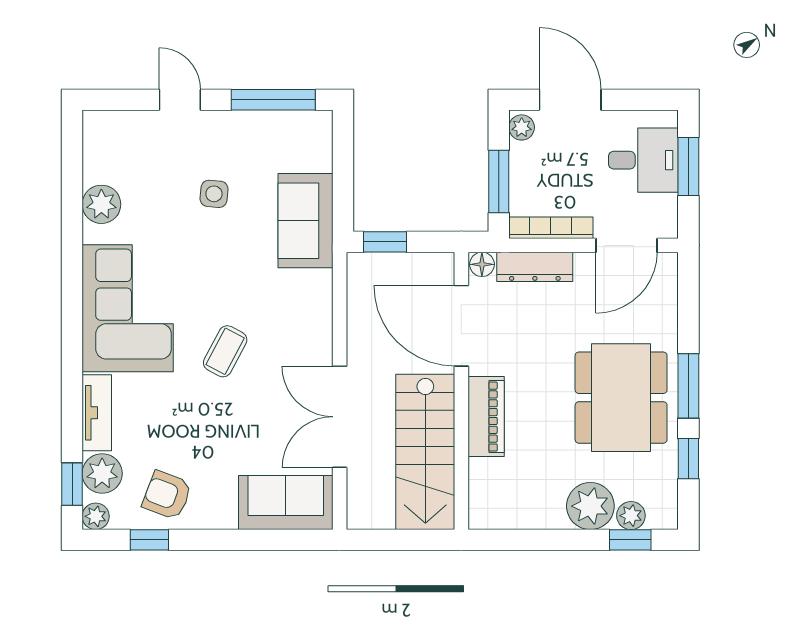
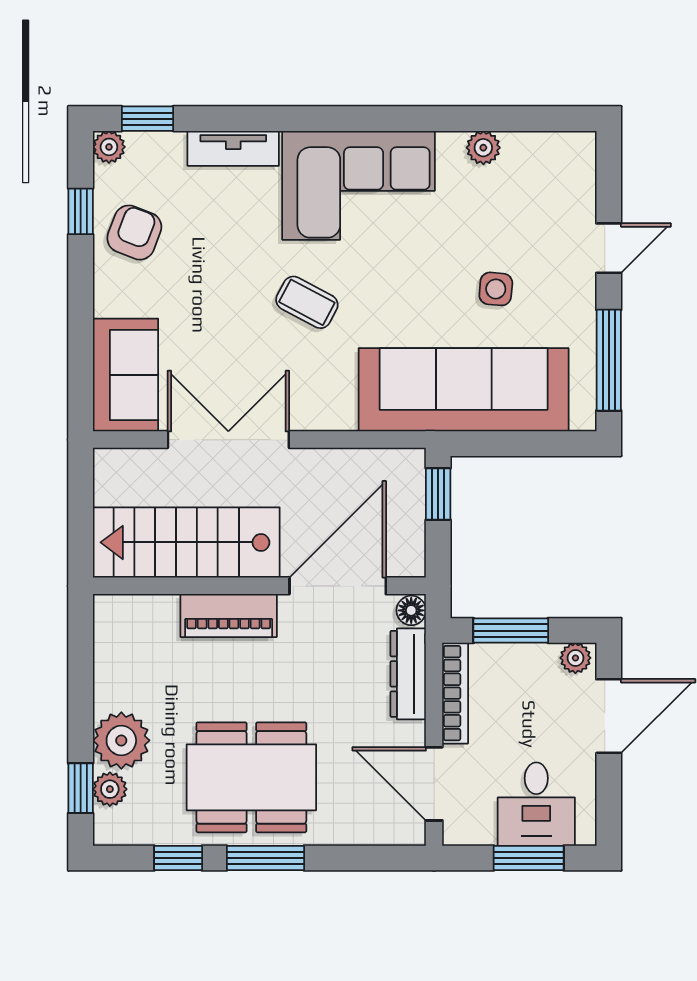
plant: (101, 204) -> (483, 148), width x0.73, depth x0.73
sofa: (305, 221) -> (464, 390), width x1.85, depth x1.27
plant: (102, 473) -> (160, 155), removed

